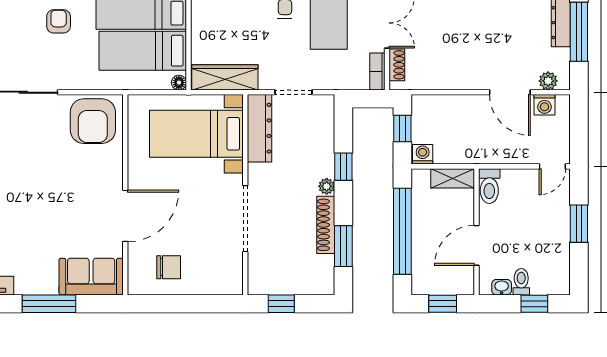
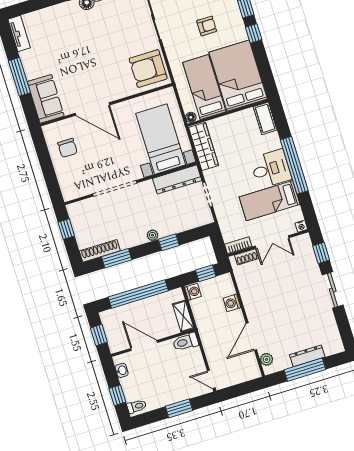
washing machine: (544, 105) -> (232, 303), moved
shoe rack: (326, 225) -> (100, 251), moved
toilet: (521, 282) -> (137, 406), moved

